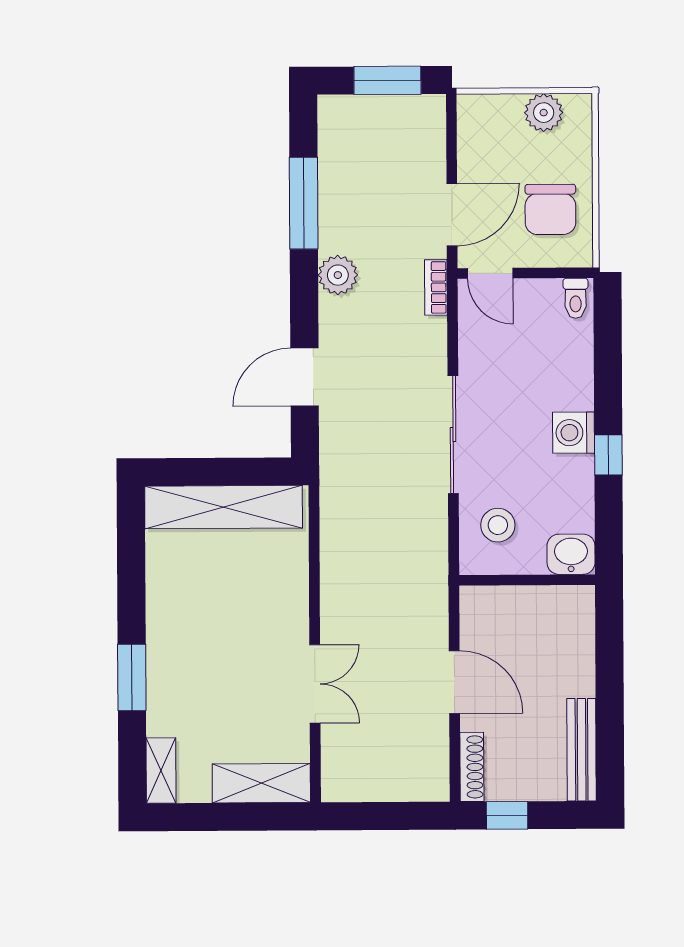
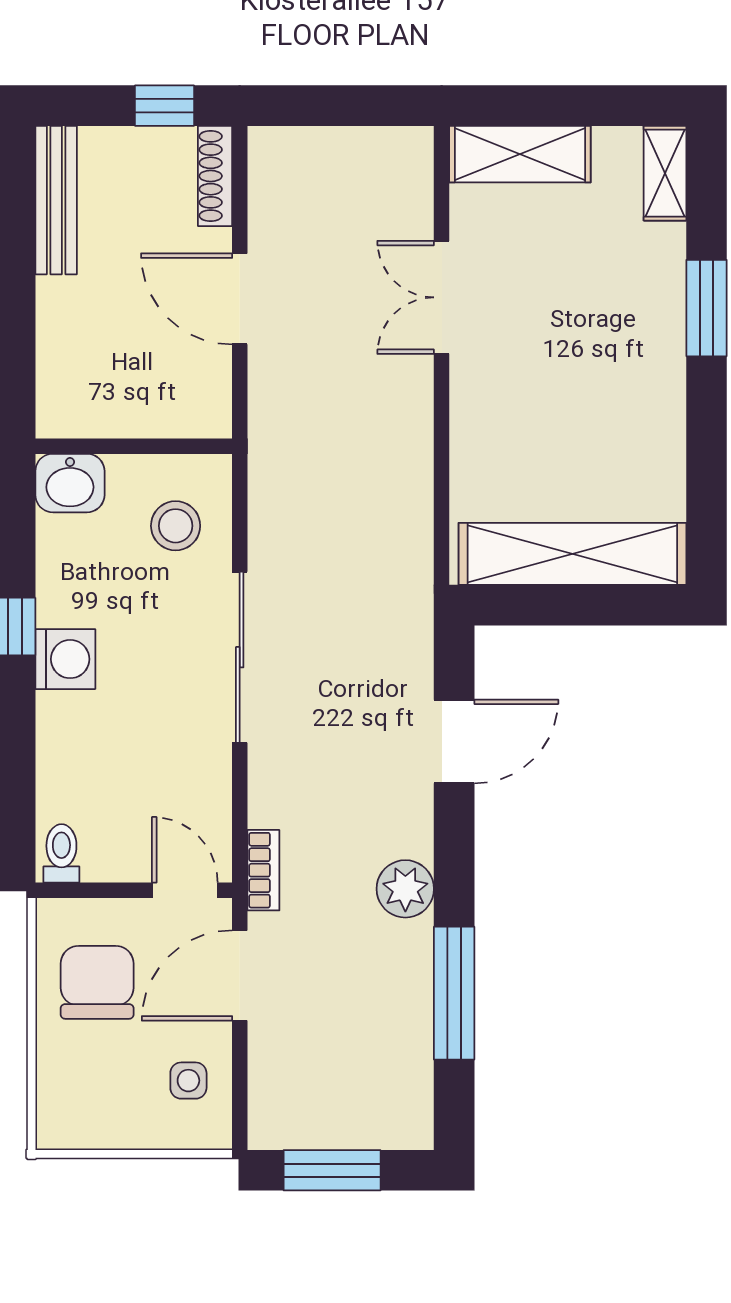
plant: (544, 113) -> (106, 1122), removed
side table: (487, 142) -> (188, 1081), added

